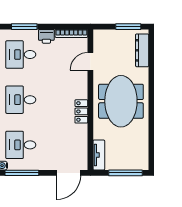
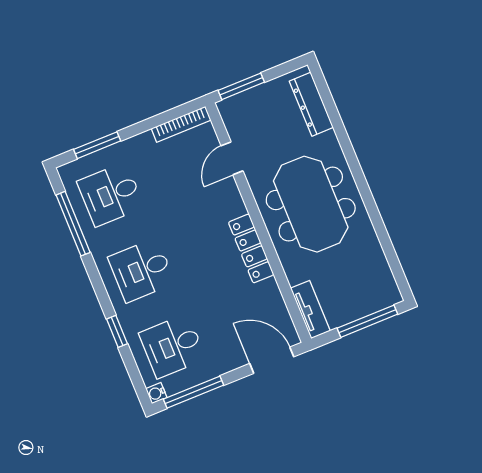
window: (128, 27) -> (241, 86), moved
printer: (46, 36) -> (141, 146), removed
locker: (81, 111) -> (251, 248), width x1.53
door: (69, 173) -> (272, 360), swing flipped

